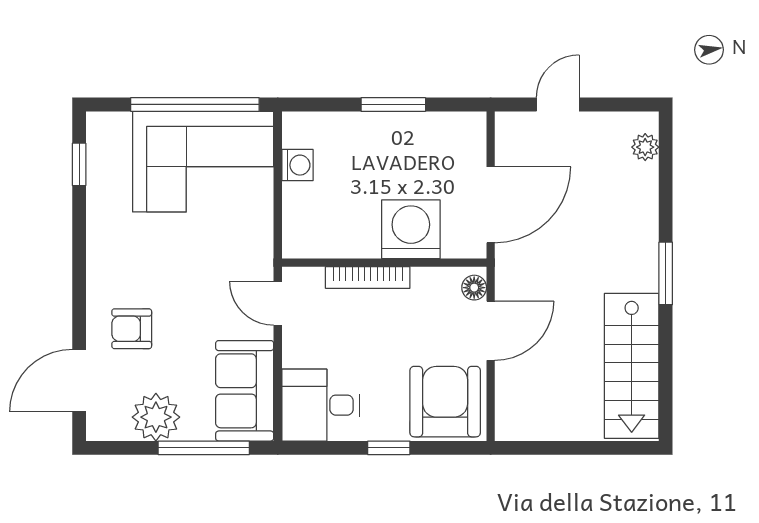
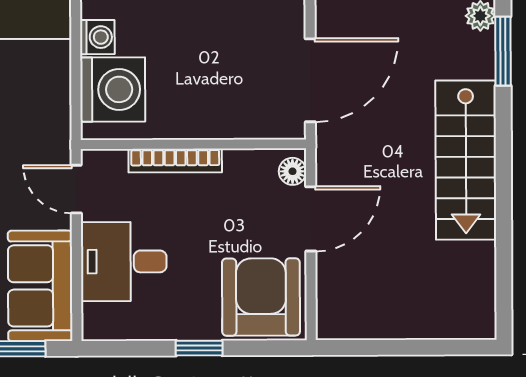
washing machine: (411, 229) -> (113, 89), moved, turned 90
window: (666, 273) -> (503, 51), moved
stairs: (632, 366) -> (466, 160), moved
desk: (321, 405) -> (124, 262), moved

